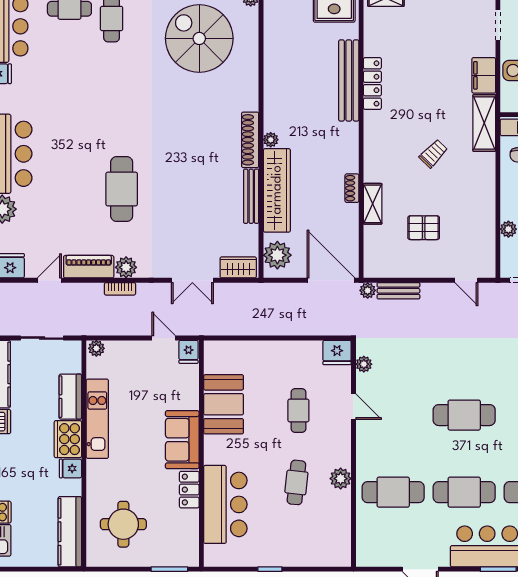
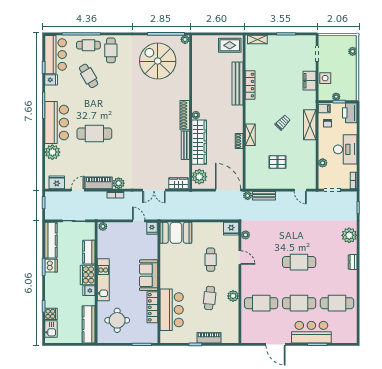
cafe table: (70, 66) -> (89, 76), added
shelving: (484, 123) -> (310, 125), moved
cafe table: (122, 189) -> (94, 134), moved, turned 90
shelving: (373, 204) -> (250, 135), moved
booth: (224, 404) -> (176, 233), moved, turned 90
kitchen unit: (97, 419) -> (103, 280), moved
locker: (189, 490) -> (152, 307), width x1.53
piano: (296, 557) -> (209, 338), added

